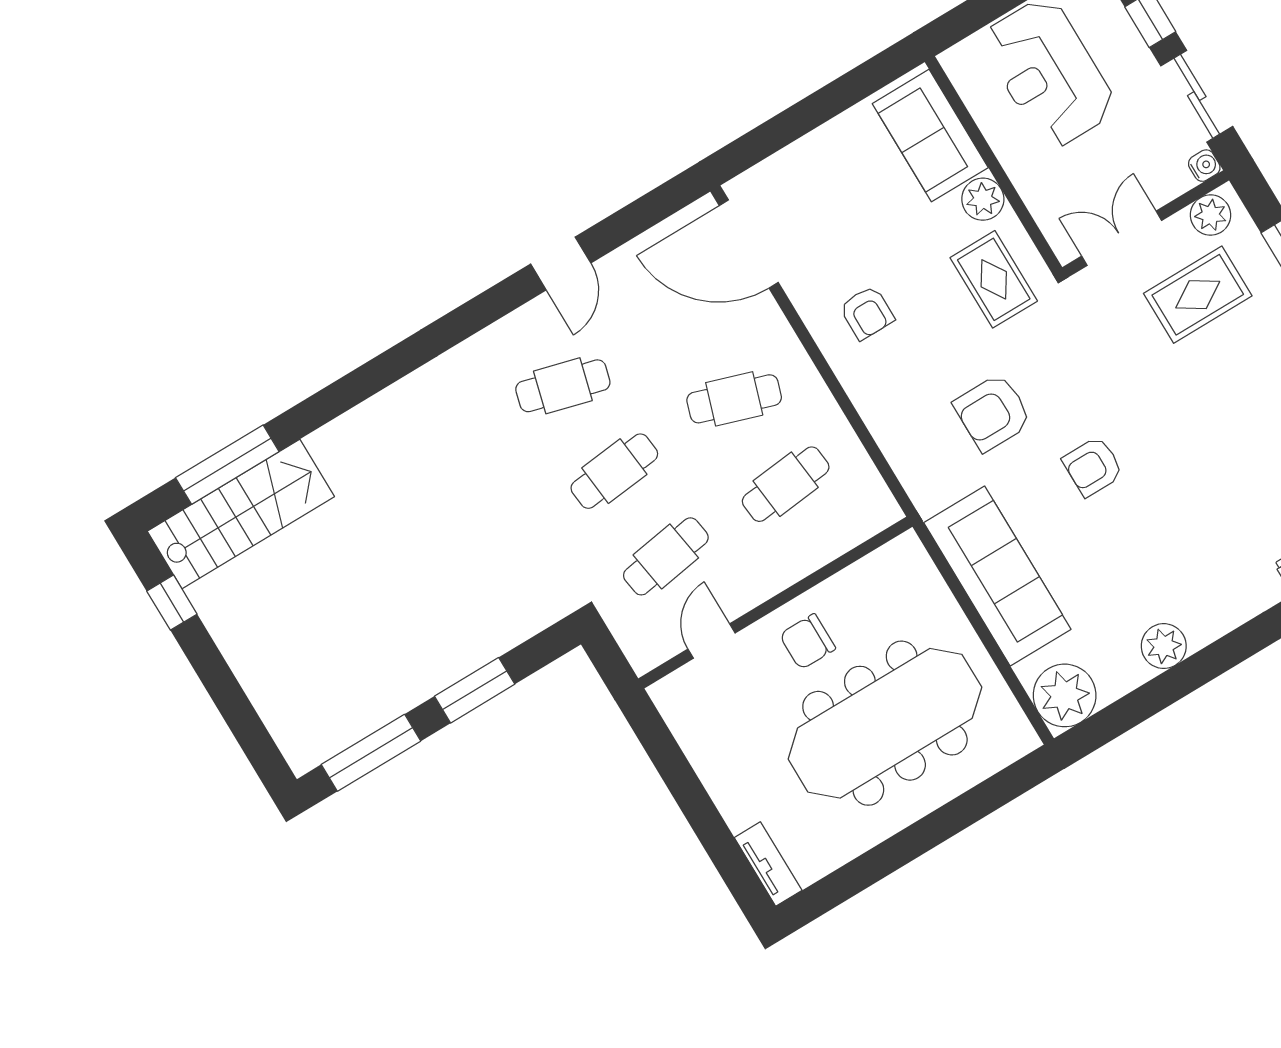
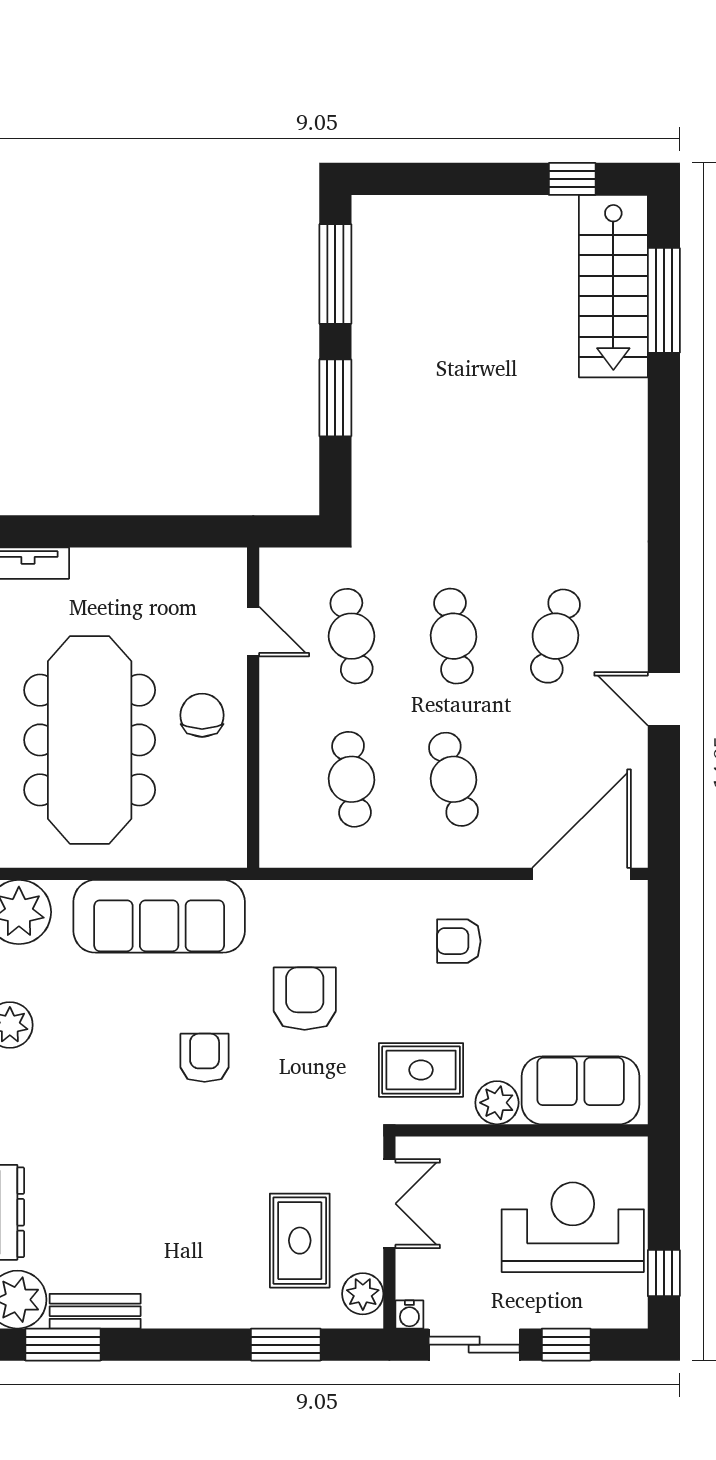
cafe table: (734, 399) -> (453, 779), turned -33

